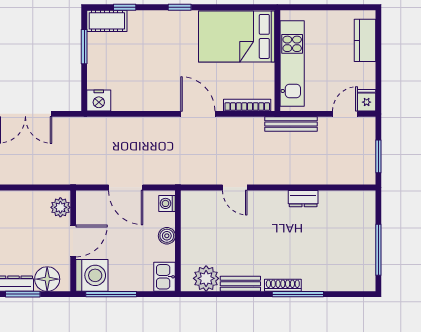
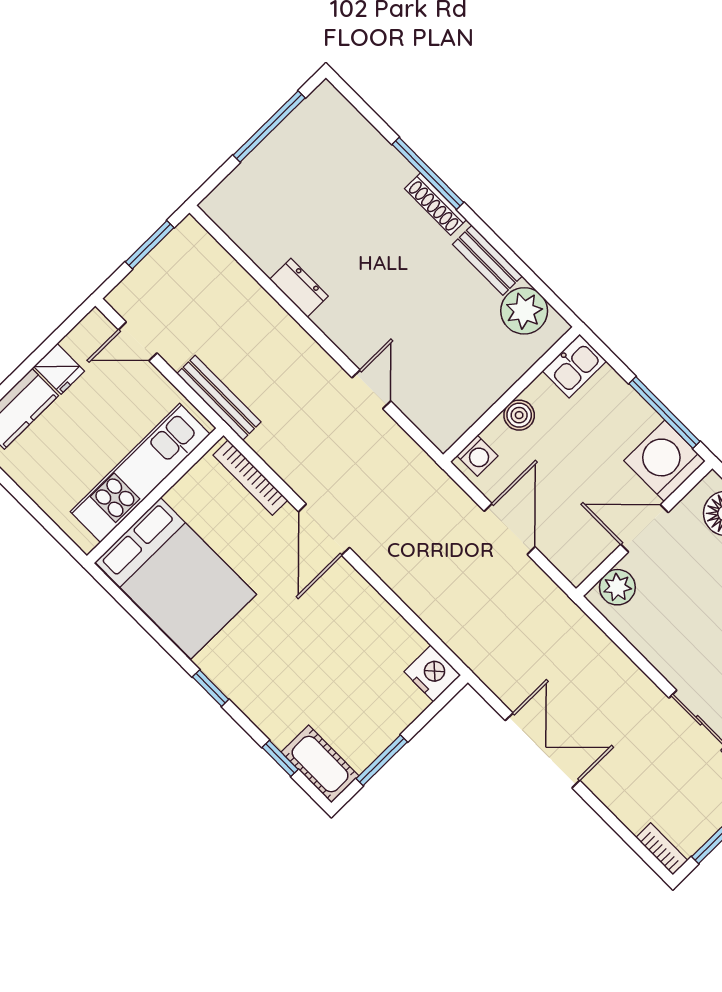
fridge: (367, 100) -> (59, 369), moved, turned -90

